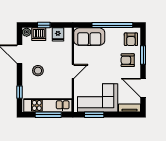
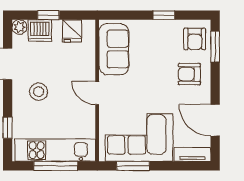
window: (112, 25) -> (164, 15), width x0.32
sofa: (89, 37) -> (114, 49), moved, turned -90
window: (143, 55) -> (215, 47), moved
door: (73, 71) -> (97, 93), swing flipped

